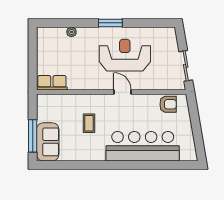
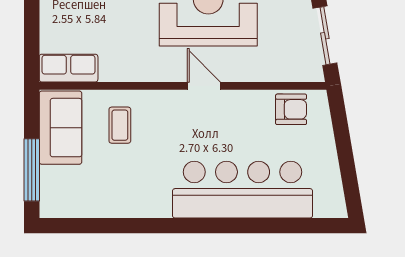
coffee table: (89, 123) -> (120, 125), moved
sofa: (48, 142) -> (60, 128), moved

